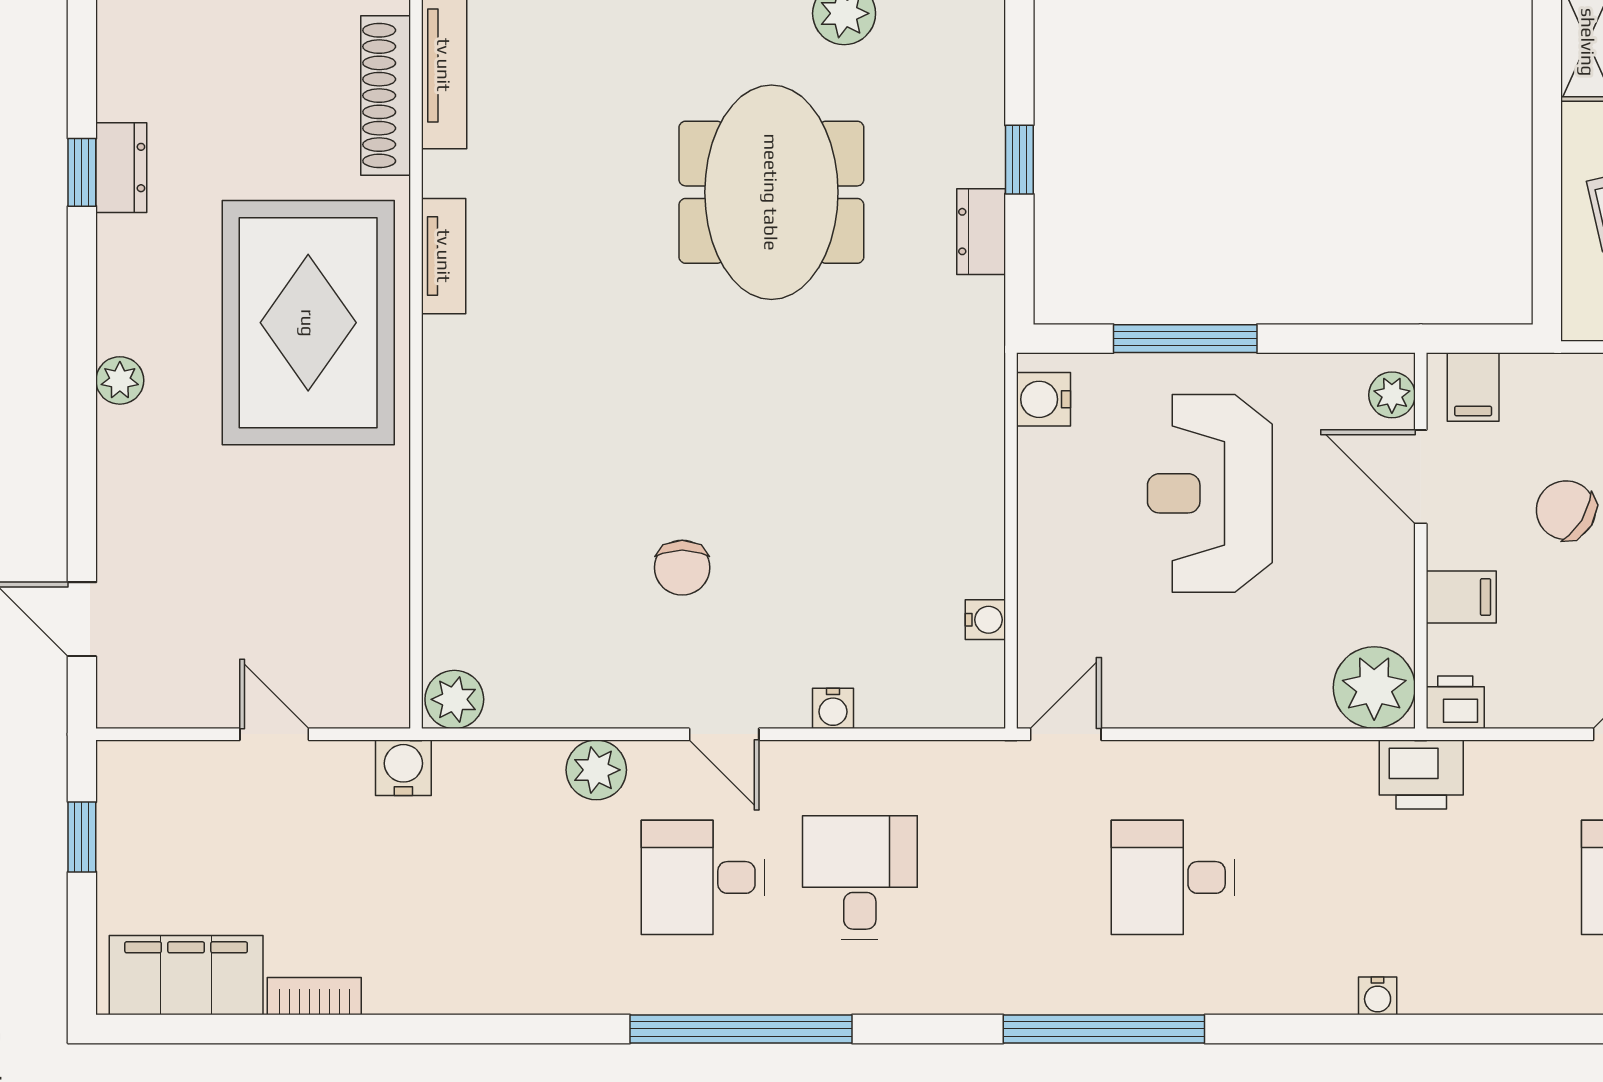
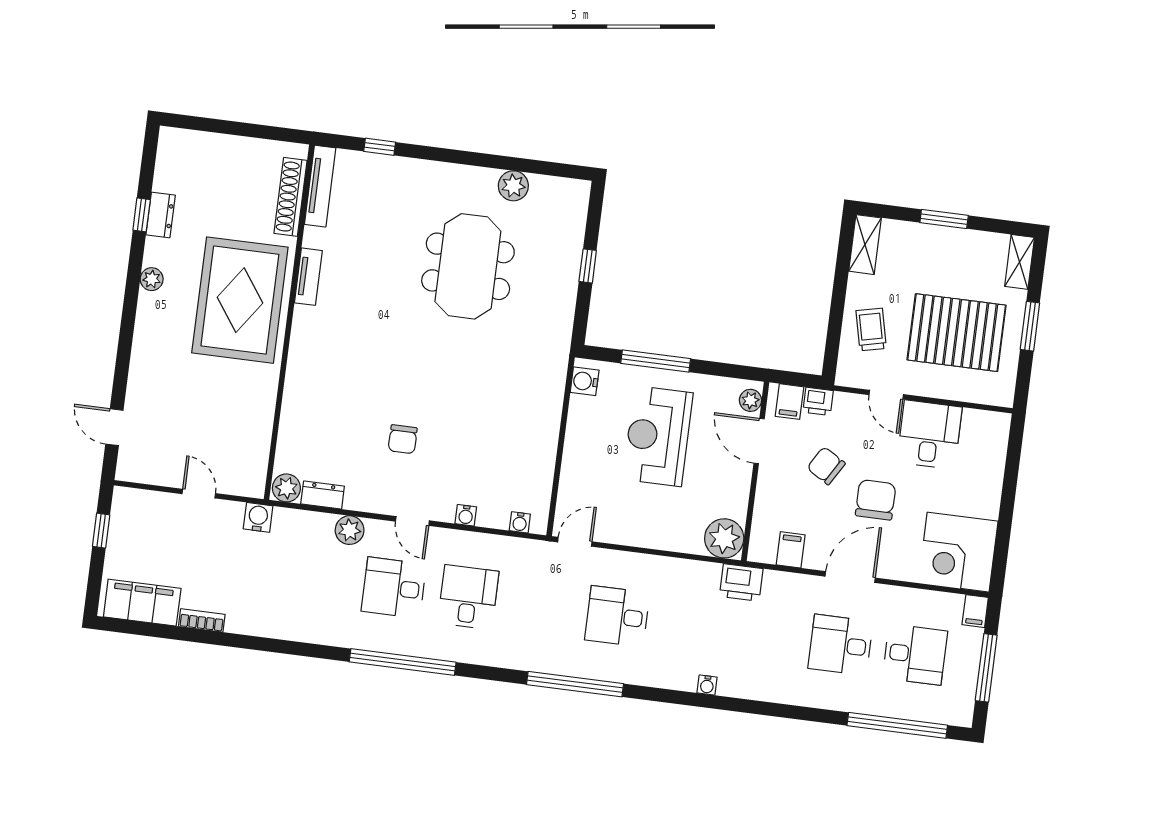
dresser: (981, 232) -> (323, 495), moved, turned 90
plant: (120, 380) -> (152, 279), moved
filing cabinet: (1461, 597) -> (791, 550), moved, turned -90
water cooler: (985, 620) -> (520, 522), moved, turned 90
printer: (1455, 702) -> (818, 401), moved, turned 180

